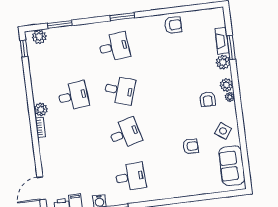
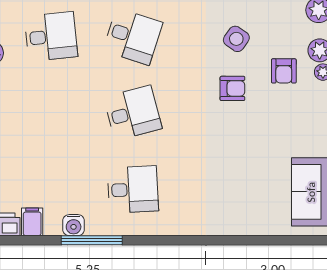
side table: (223, 131) -> (236, 39), moved
armchair: (191, 146) -> (232, 88), moved

